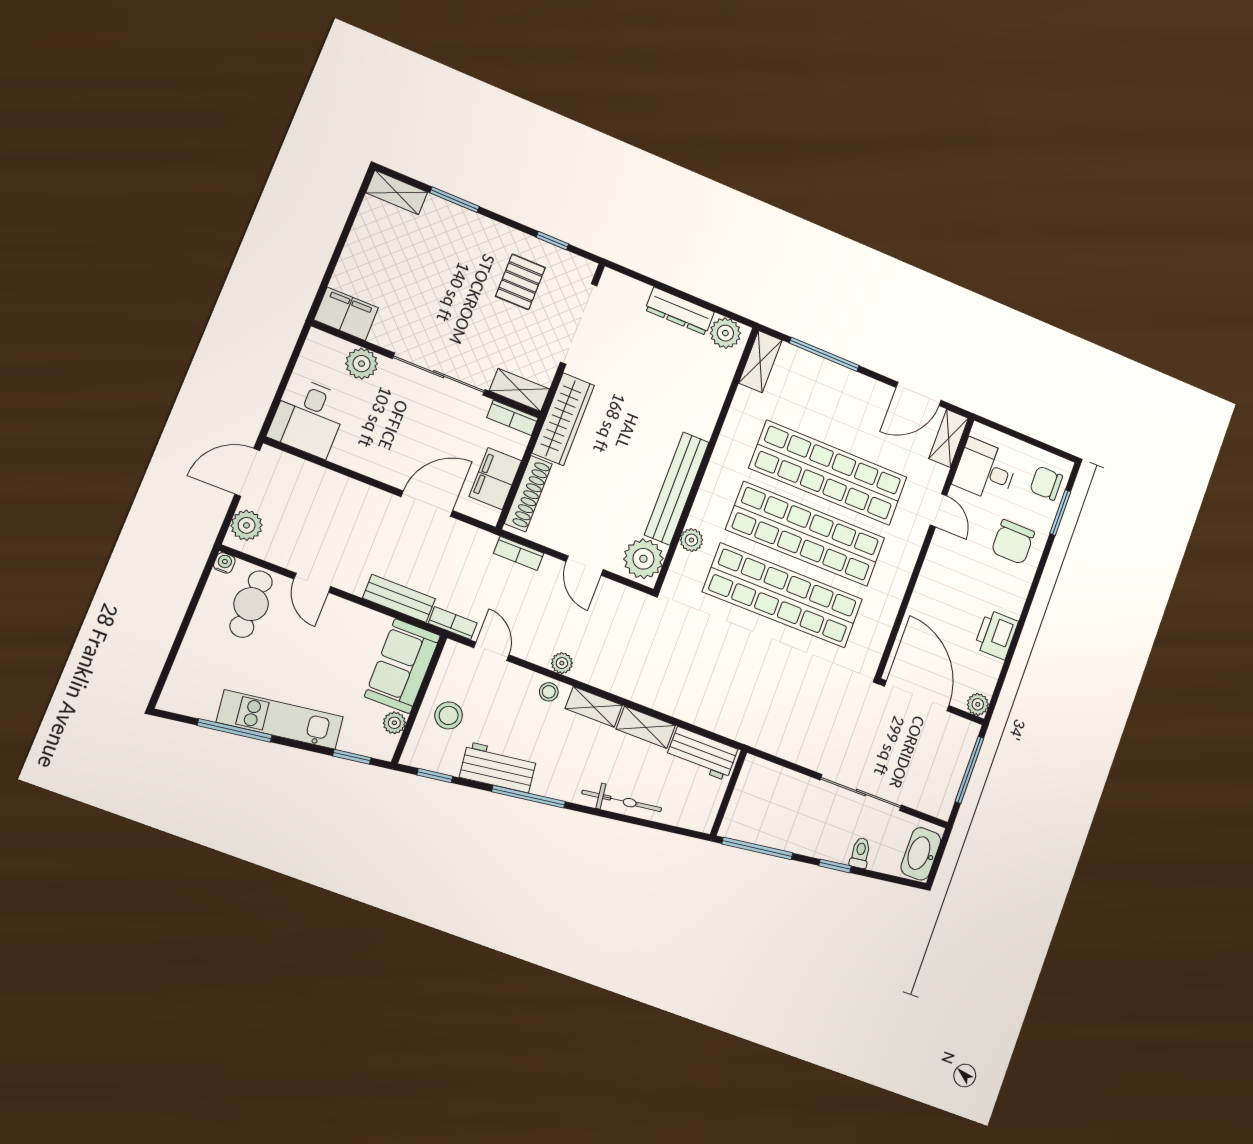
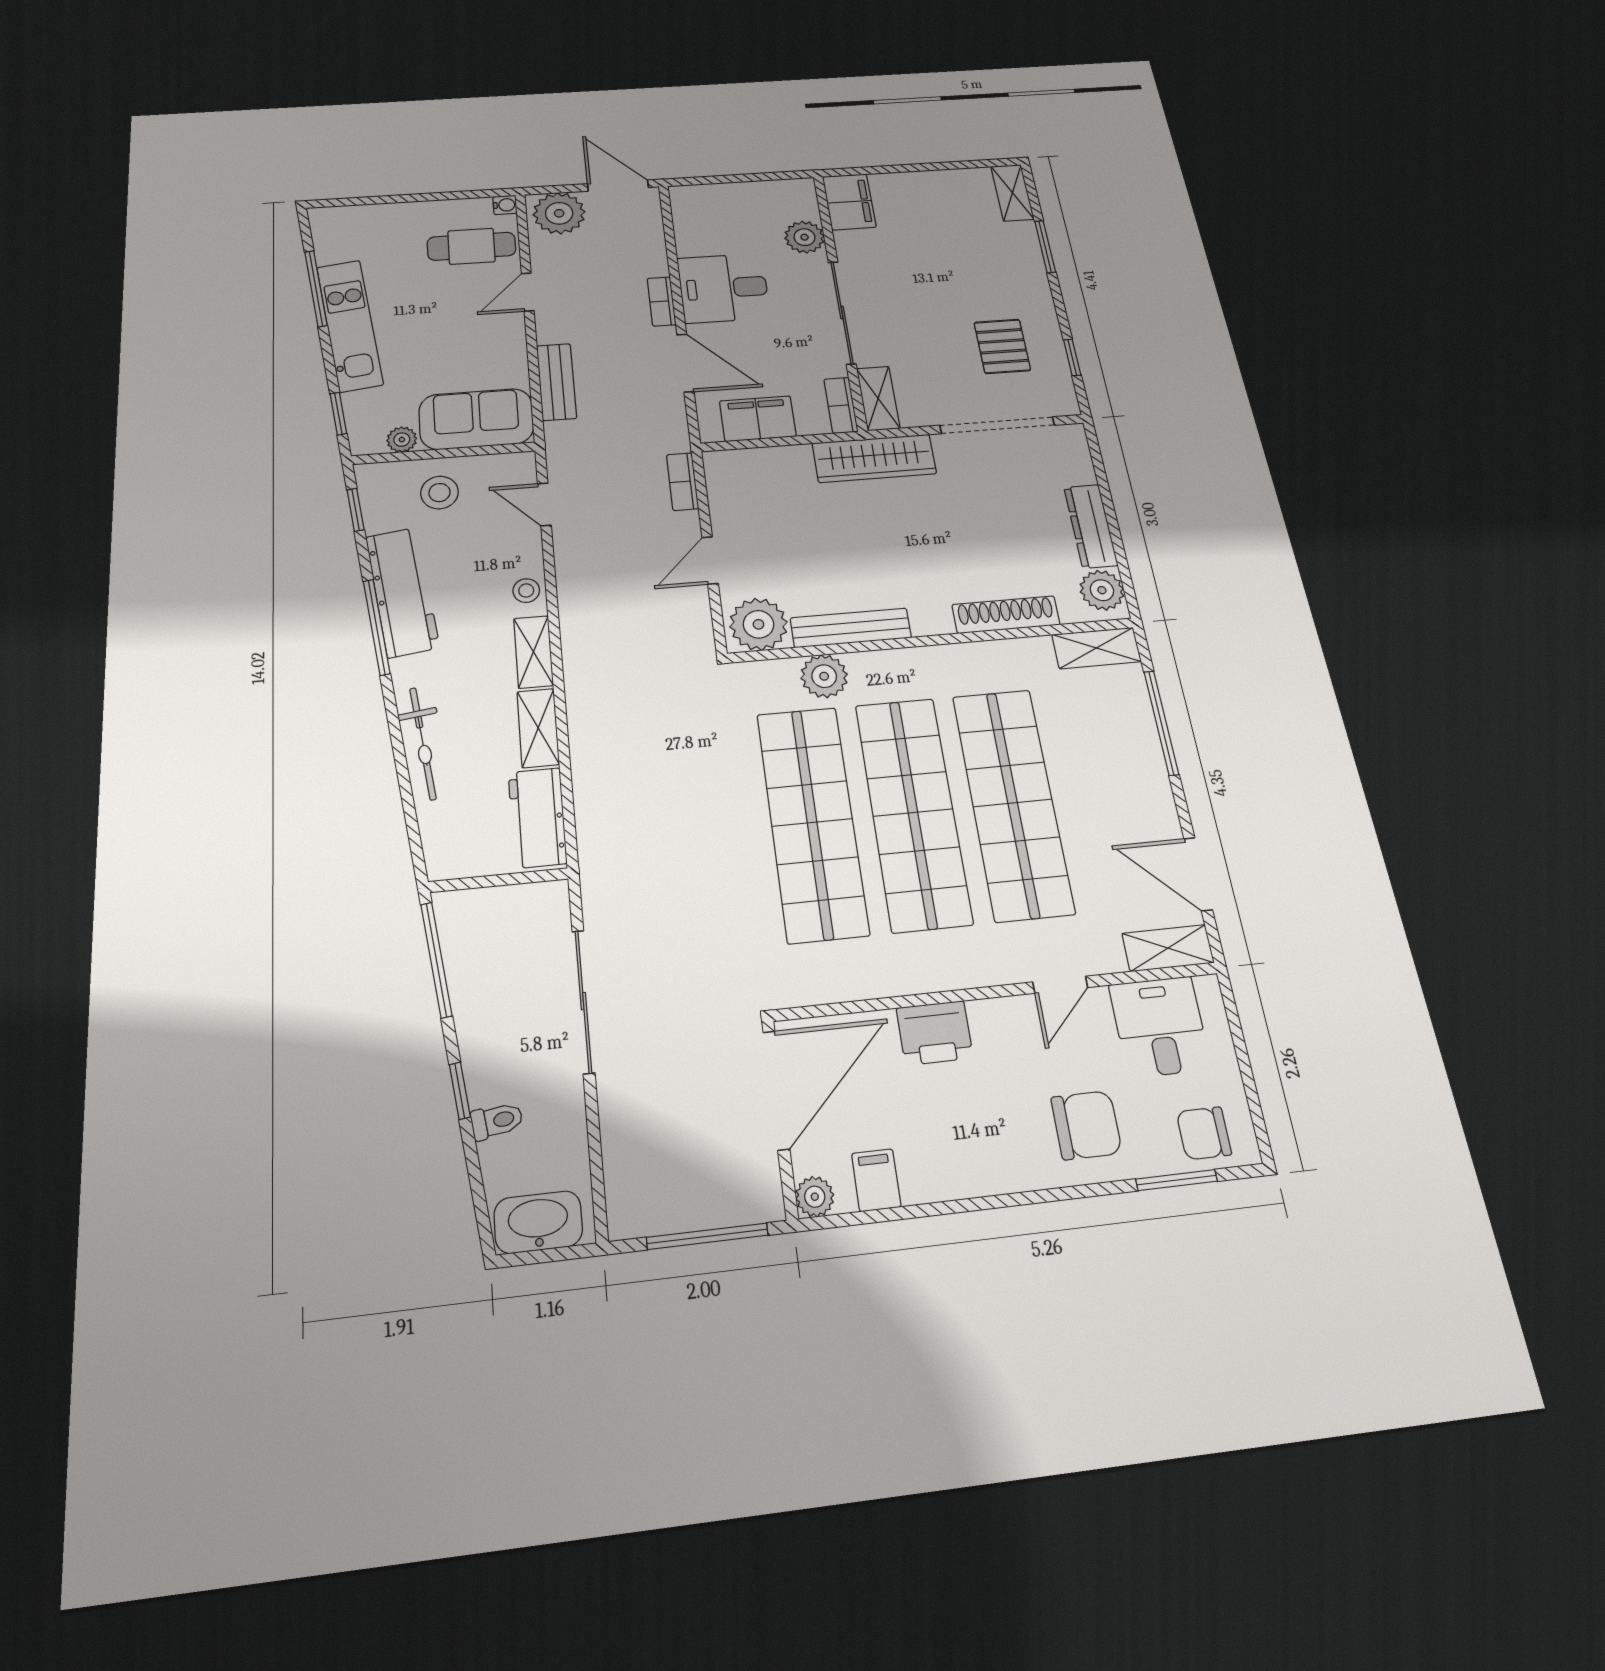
pallet: (520, 282) -> (1002, 346), turned 90
desk: (308, 417) -> (724, 288), moved
chair: (1046, 483) -> (1204, 1133), turned -90
bench: (677, 489) -> (851, 628), width x0.73, depth x0.82
shoe rack: (528, 494) -> (1006, 615), moved, turned 180
plant: (247, 525) -> (559, 213), width x1.36, depth x1.36
plant: (691, 540) -> (824, 676), width x1.38, depth x1.38
chair: (1013, 542) -> (1086, 1125), turned 180
bookcase: (453, 623) -> (661, 301), moved, turned 180
printer: (996, 635) -> (935, 1033), moved, turned 180
door: (491, 651) -> (544, 504), swing flipped
plant: (562, 663) -> (571, 589), removed
filing cabinet: (985, 668) -> (876, 1180), added
workbench: (498, 767) -> (402, 592), width x1.37
sliding door: (861, 793) -> (583, 1001), moved

